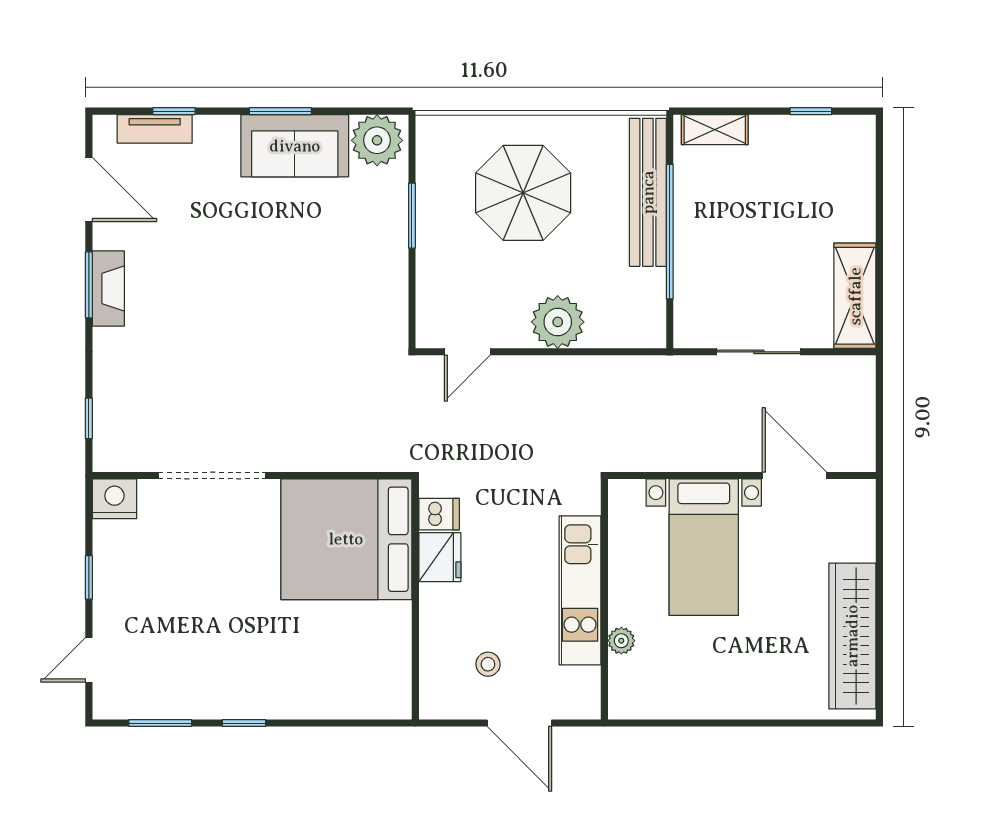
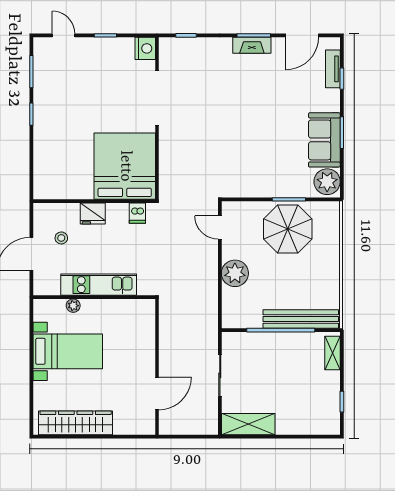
parasol: (523, 193) -> (288, 229), moved
bed with nightstands: (704, 547) -> (68, 351), moved, turned 180
fridge: (440, 557) -> (93, 214), moved

